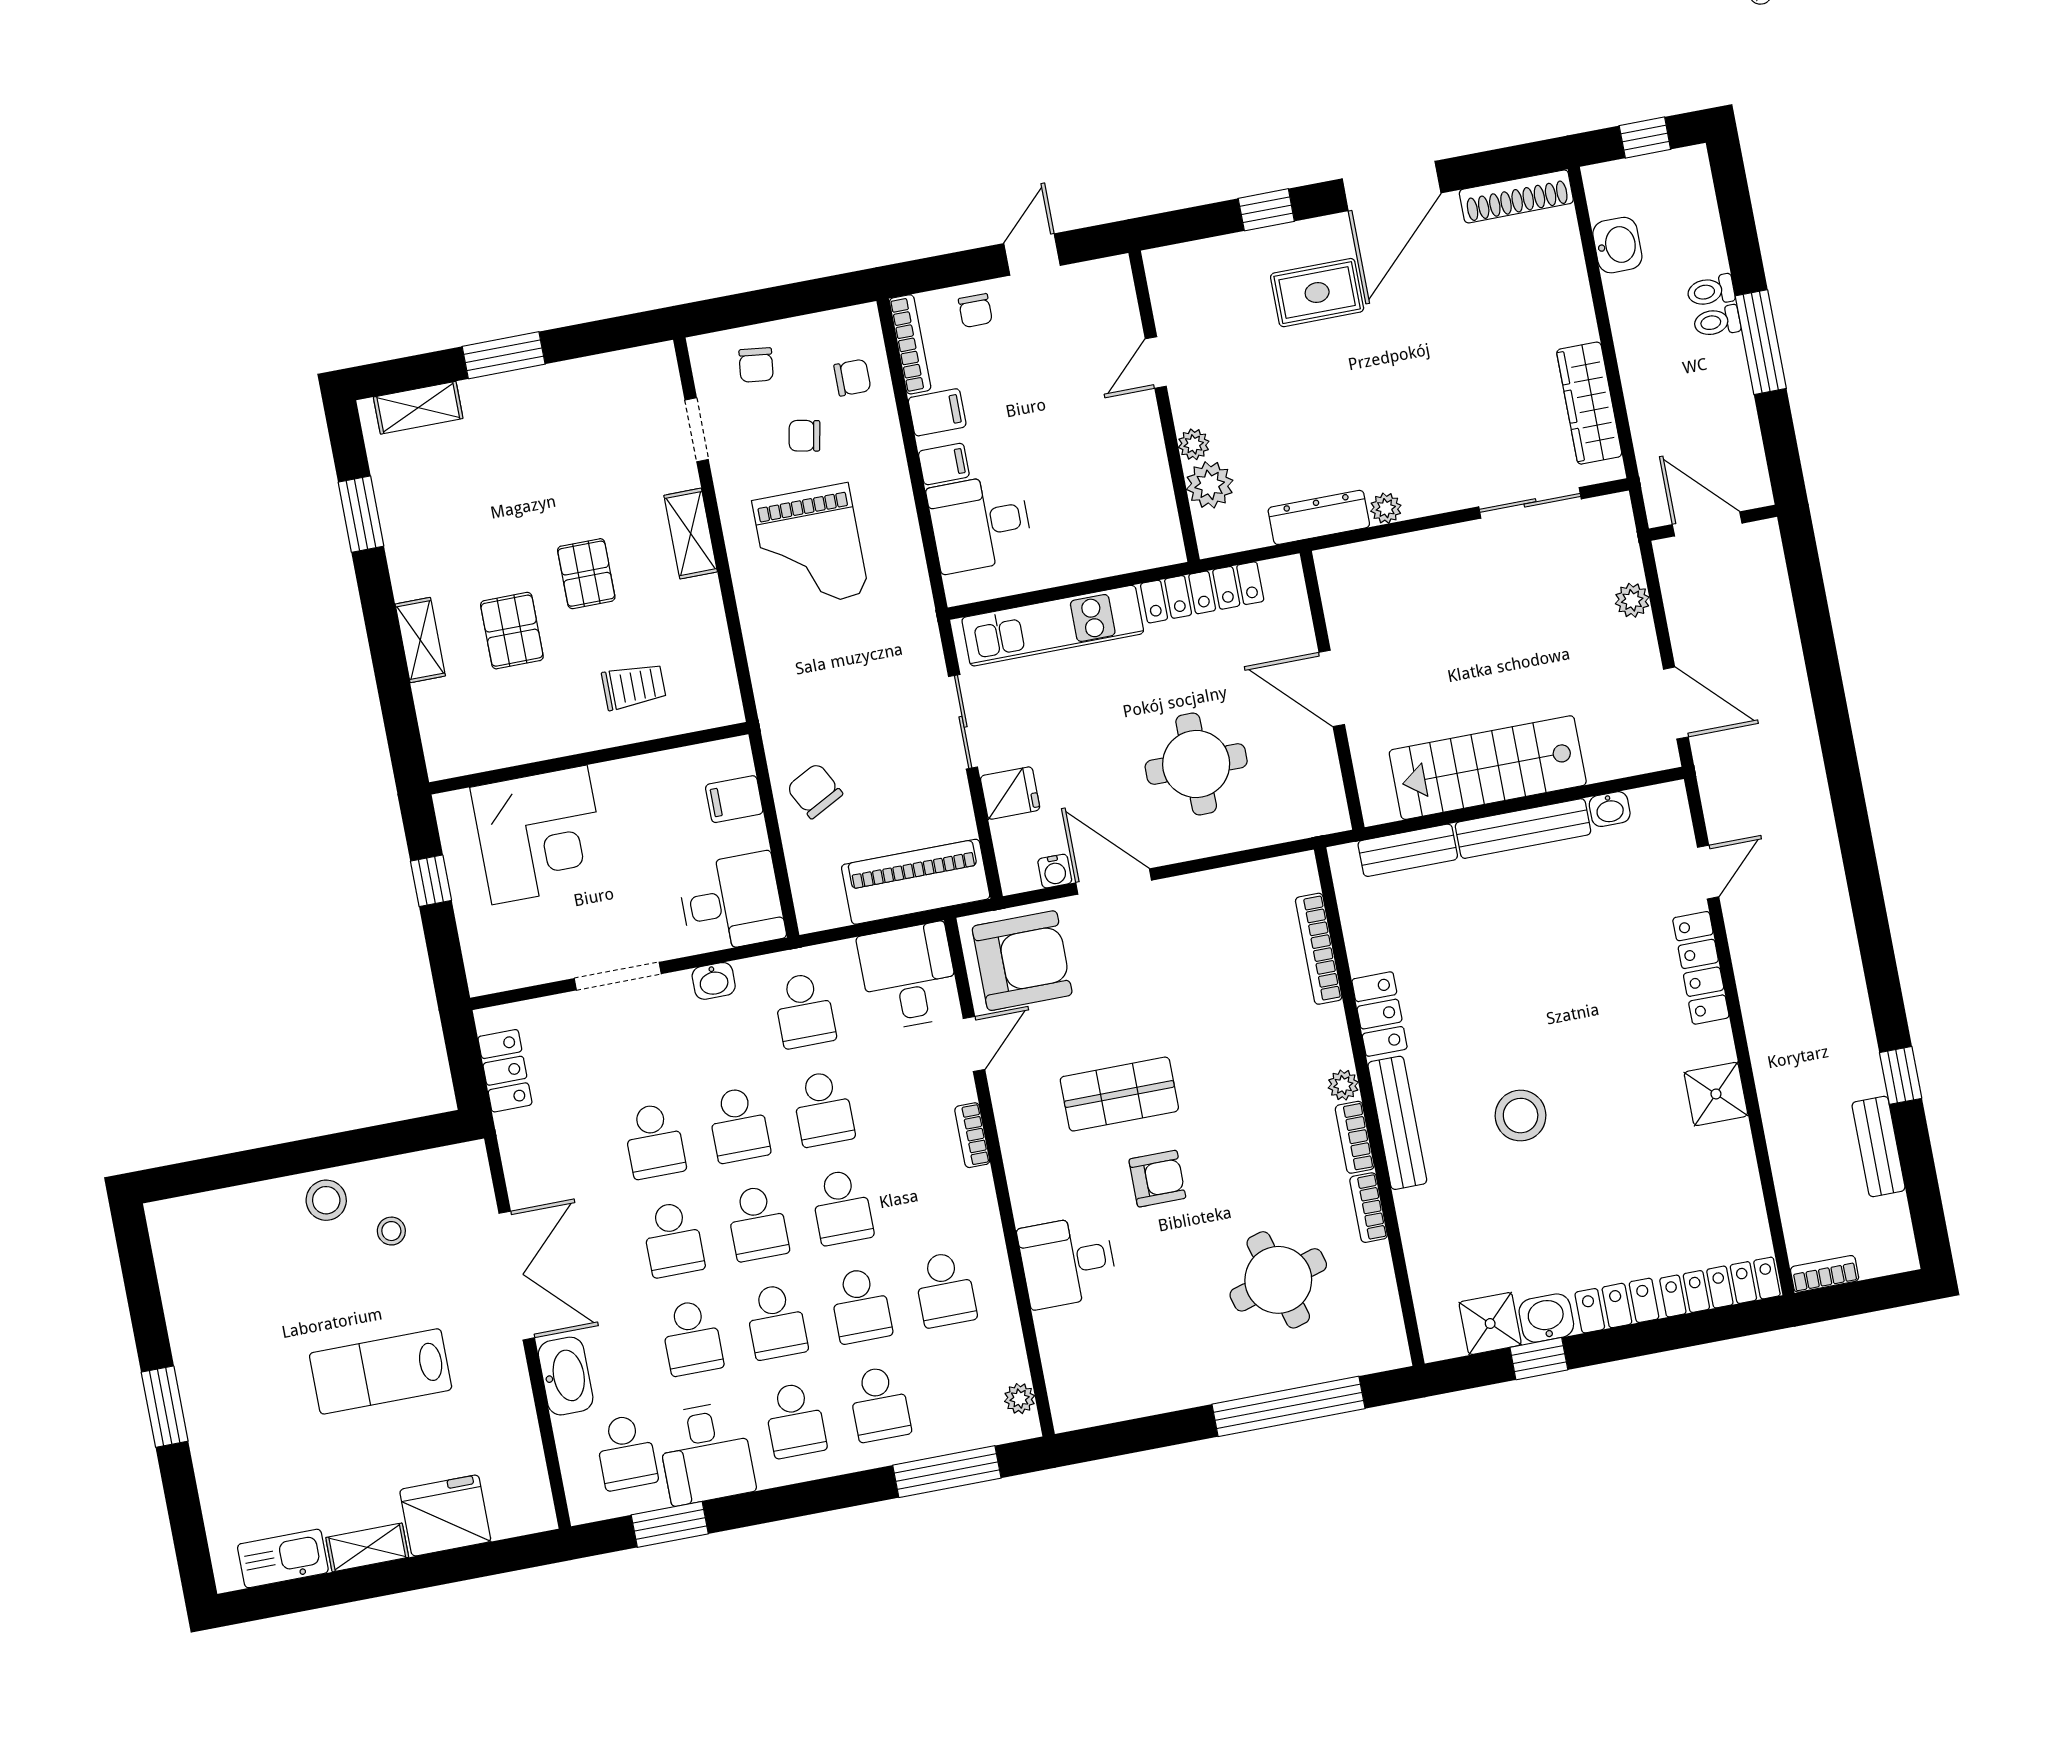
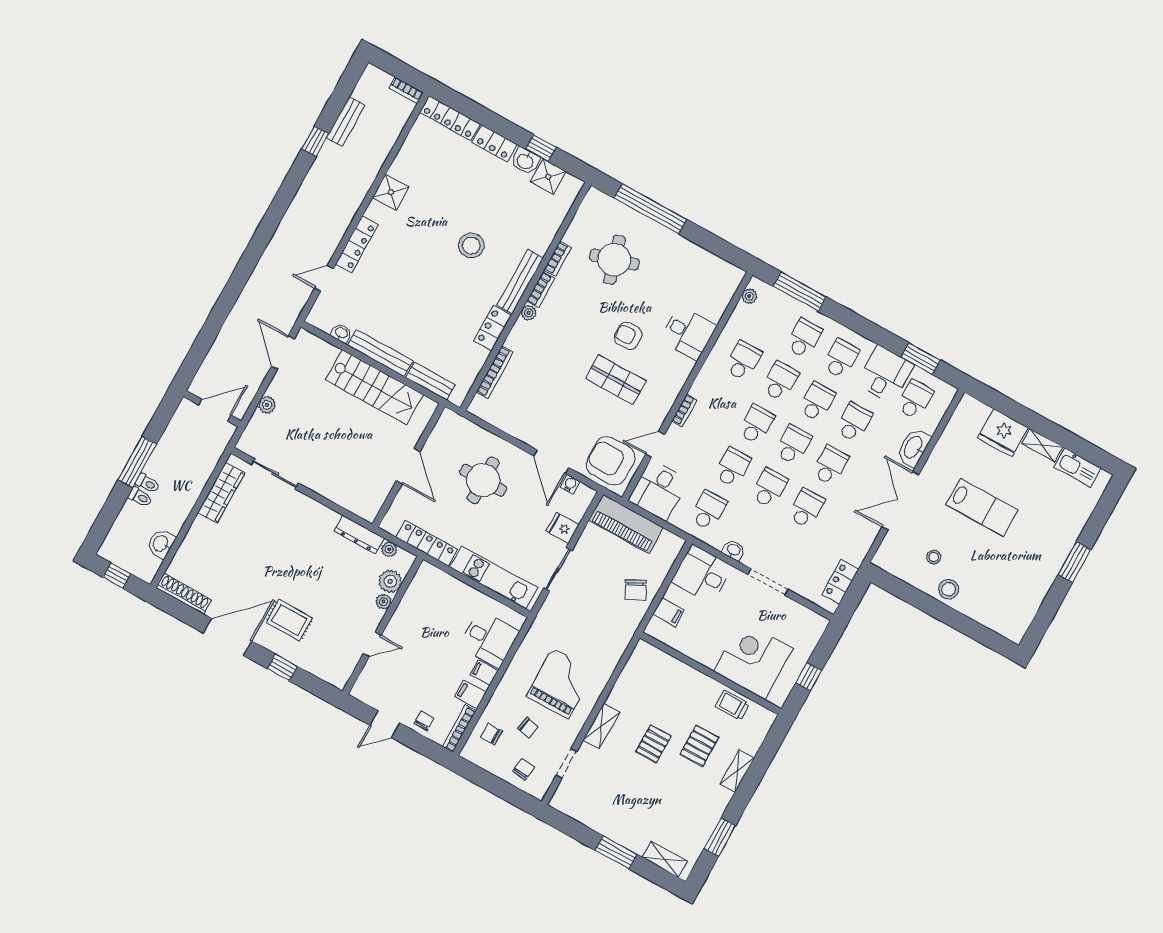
plant: (1386, 508) -> (389, 549), moved
door: (1707, 524) -> (215, 410), swing flipped
trolley: (634, 686) -> (732, 705), moved

